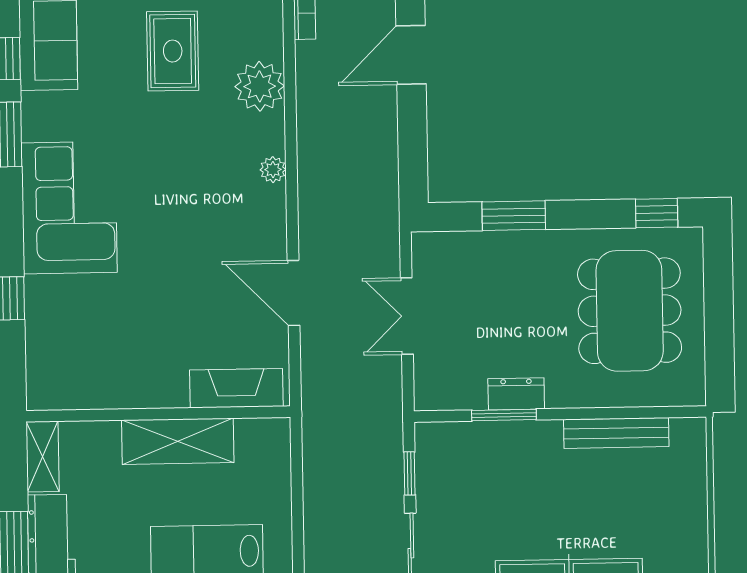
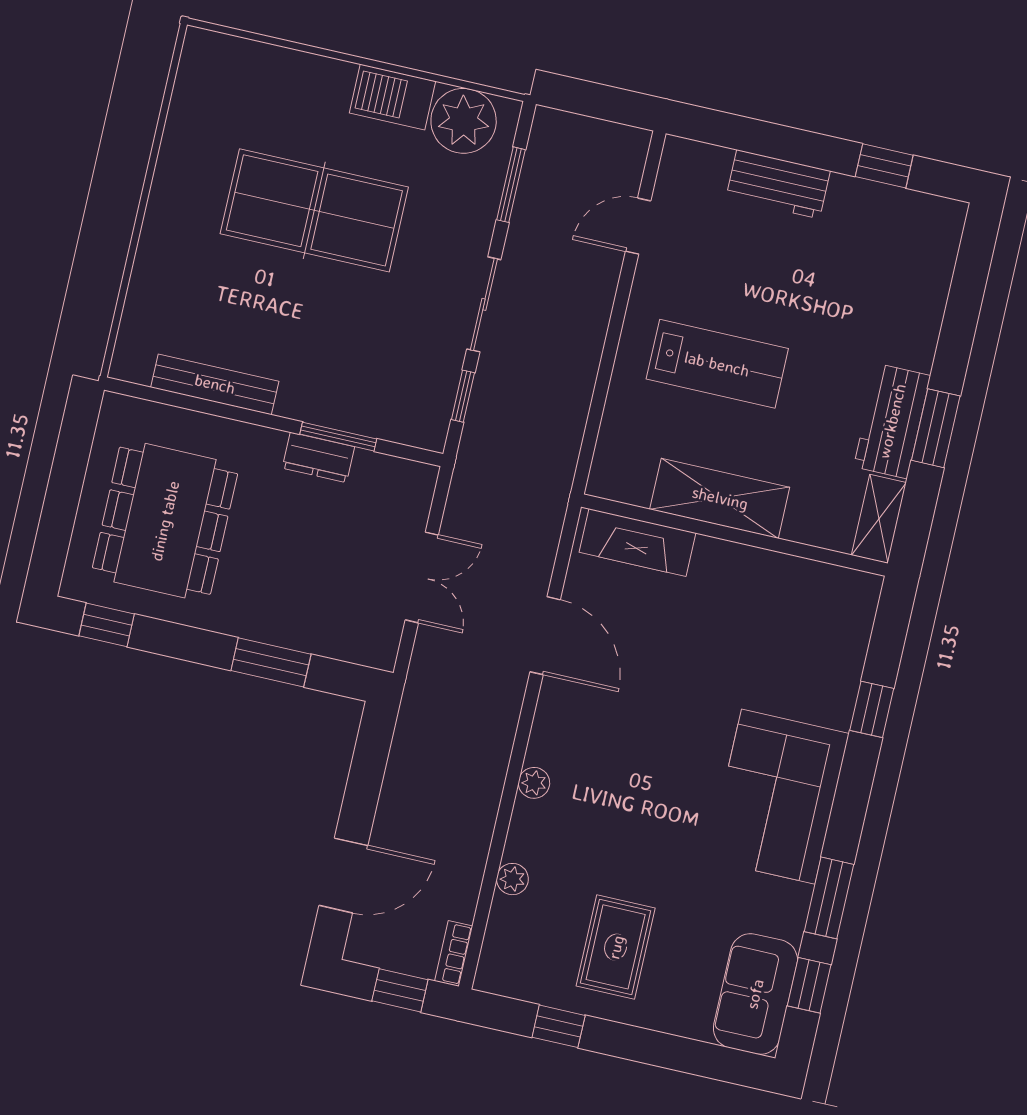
plant: (260, 86) -> (512, 879), width x0.53, depth x0.53

